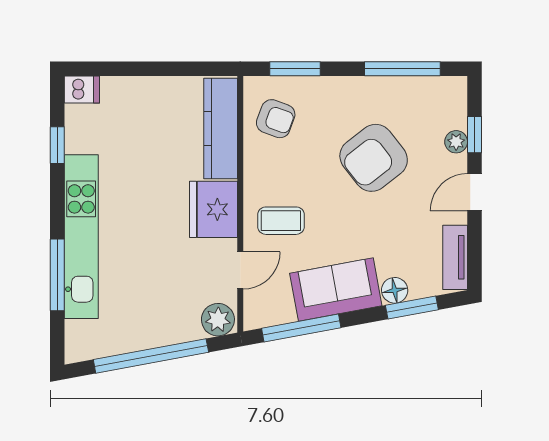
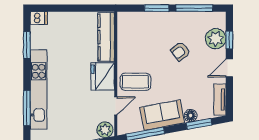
window: (295, 69) -> (157, 8), moved
armchair: (276, 119) -> (133, 32), removed
plant: (456, 142) -> (216, 39), width x1.88, depth x1.88
window: (57, 145) -> (27, 45), width x1.50
armchair: (374, 158) -> (180, 51), width x0.53, depth x0.53
coffee table: (281, 221) -> (135, 82), width x1.36, depth x1.30

